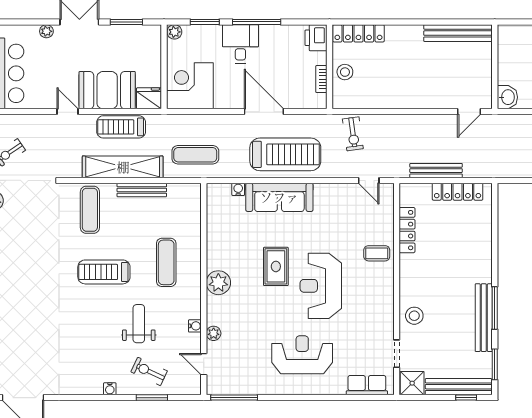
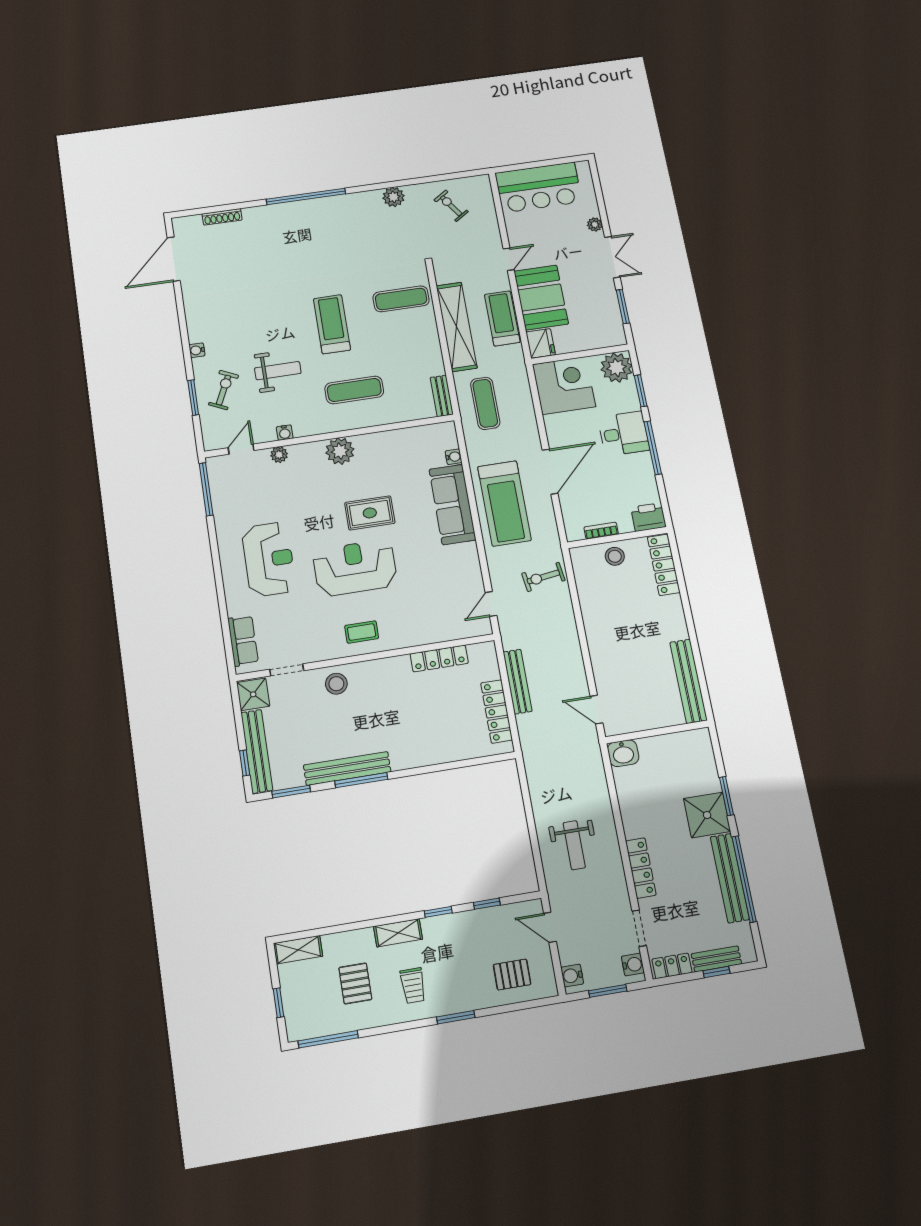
plant: (174, 32) -> (617, 368), width x1.88, depth x1.88
bench: (142, 190) -> (442, 396), moved, width x0.73
coffee table: (377, 253) -> (362, 632), moved, turned 90

